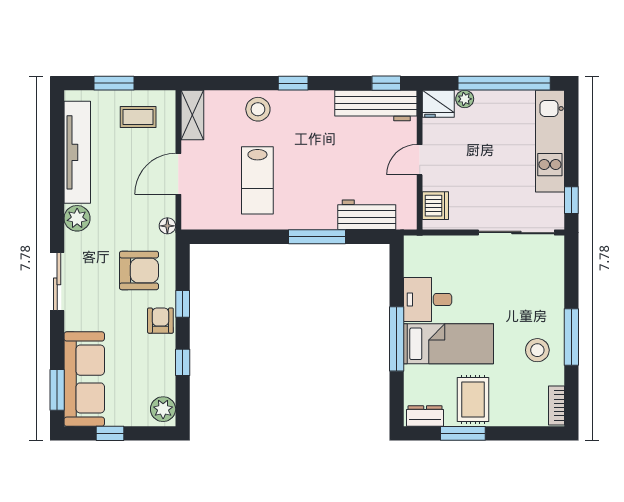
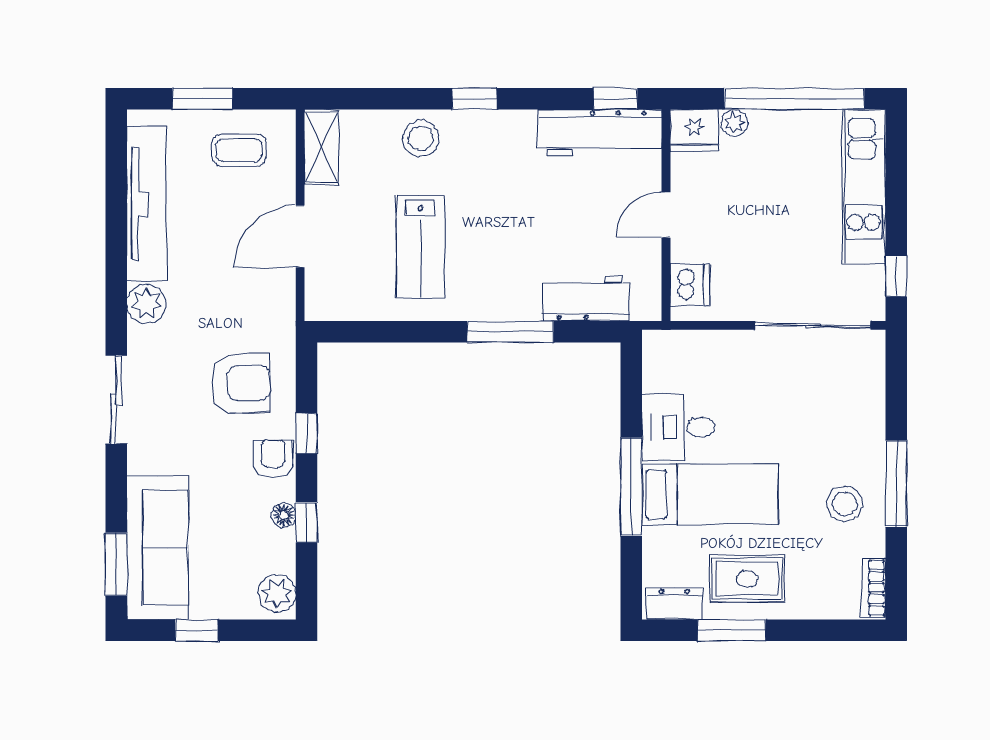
floor lamp: (167, 226) -> (284, 515), moved
rug: (473, 400) -> (747, 579), turned 90

